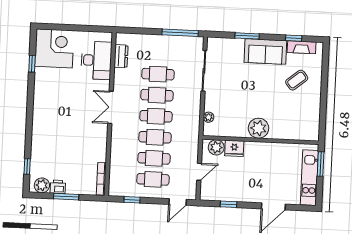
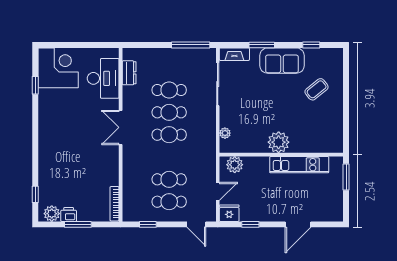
fireplace: (302, 47) -> (234, 54), moved
cafe table: (155, 137) -> (169, 157), removed
fridge: (234, 148) -> (229, 213), moved, turned 180
kitchen unit: (309, 178) -> (299, 165), moved, turned -90
door: (178, 202) -> (196, 224), hinge flipped

